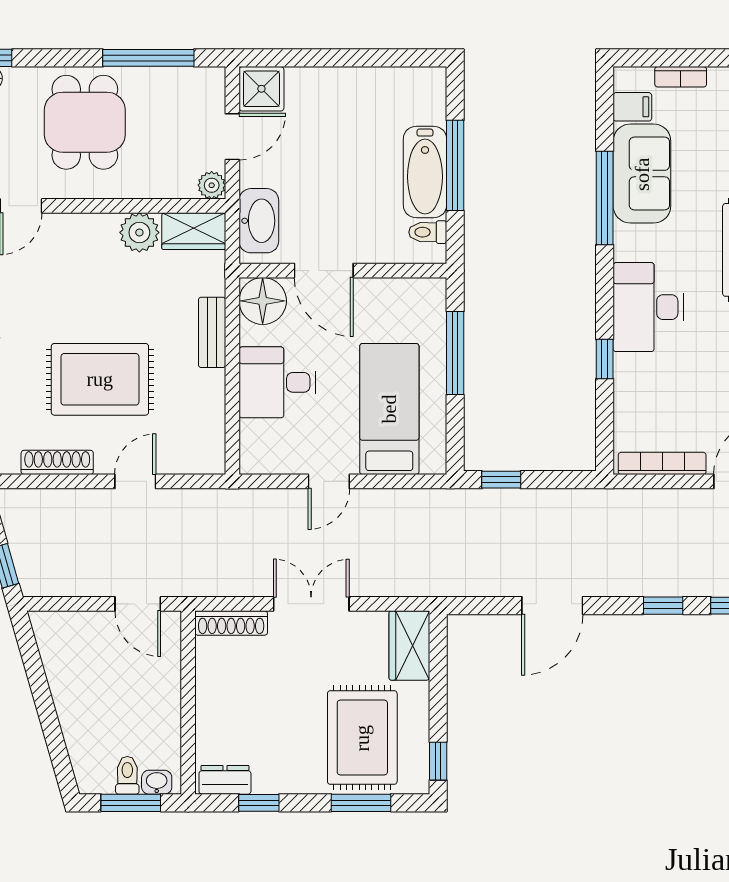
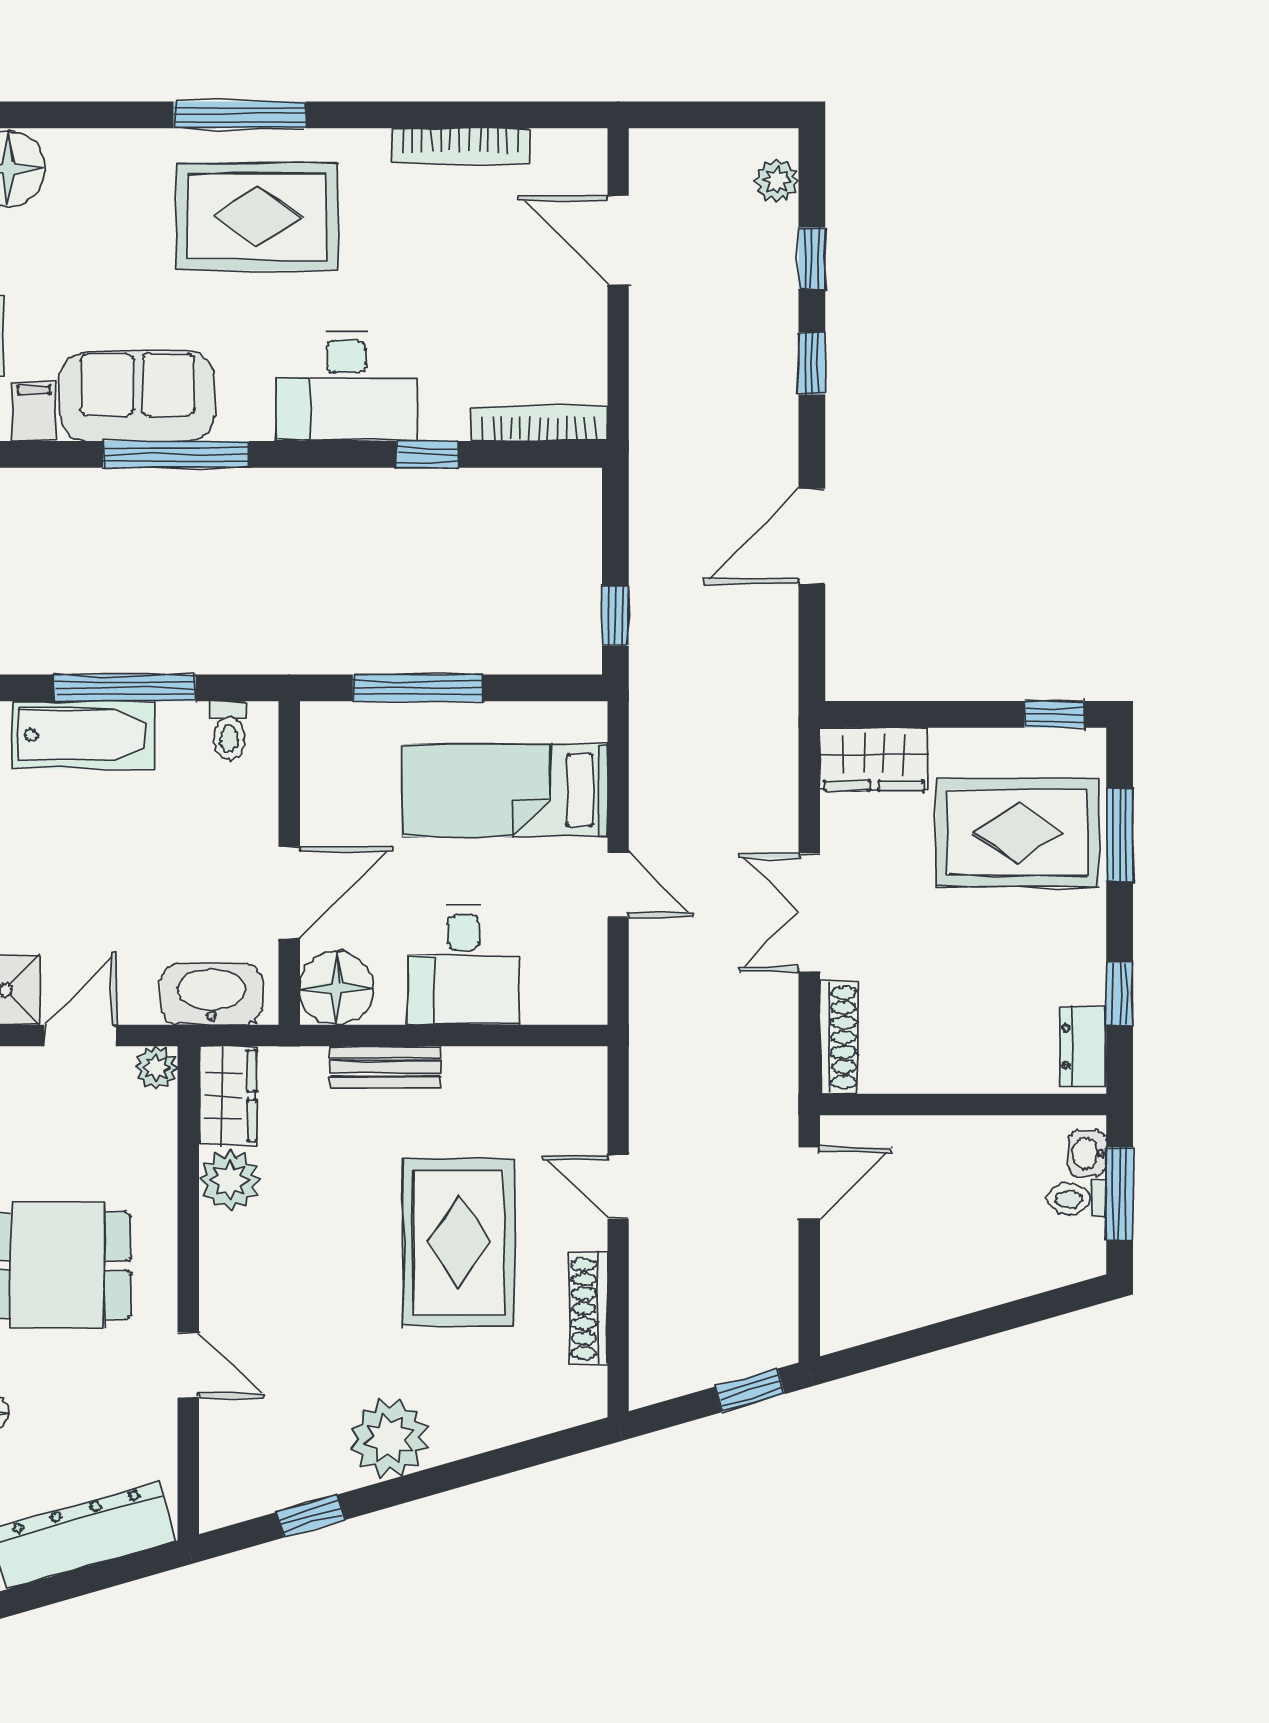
door: (232, 137) -> (80, 1035), hinge flipped
bathtub: (425, 172) -> (83, 735), moved
bookcase: (662, 463) -> (539, 424), moved, turned 90
door: (552, 606) -> (812, 536), swing flipped

